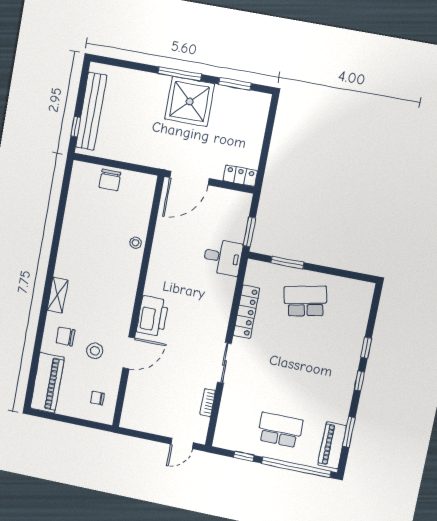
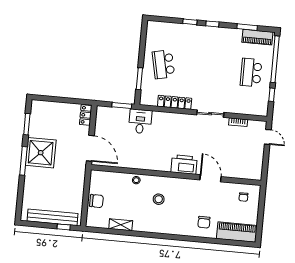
shelving: (58, 295) -> (121, 225), moved
stool: (95, 351) -> (159, 199), moved

